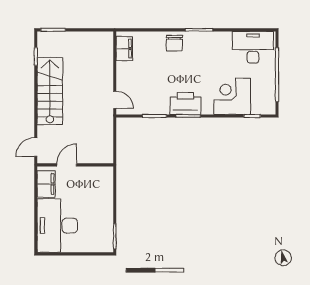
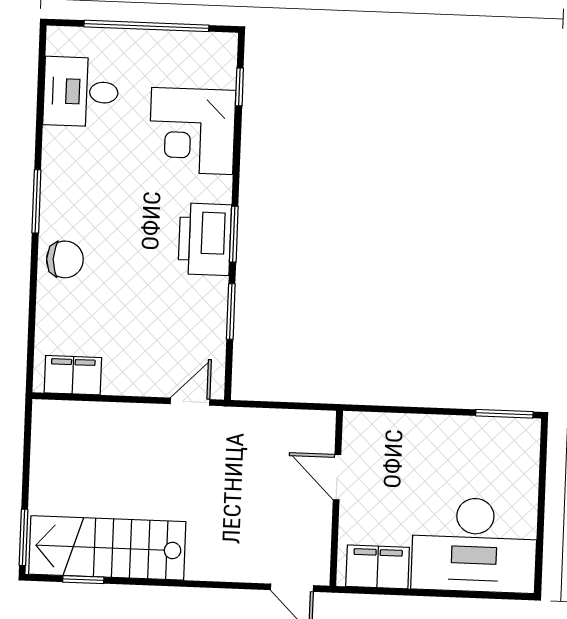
desk: (253, 47) -> (81, 92), width x0.73
stairs: (50, 91) -> (107, 548), moved
door: (67, 165) -> (337, 477), moved

